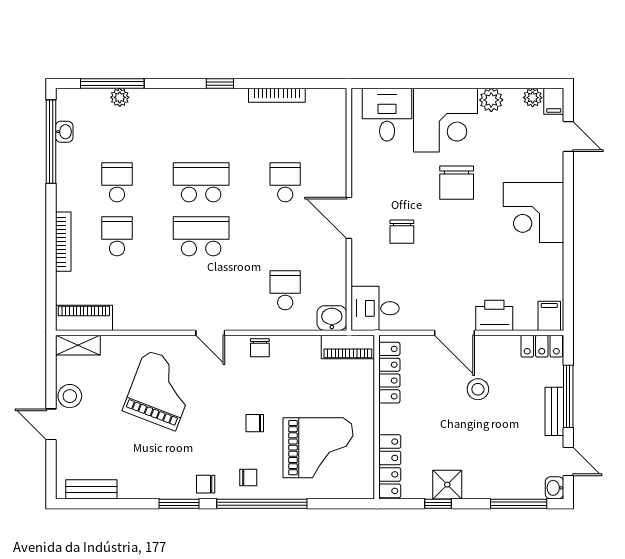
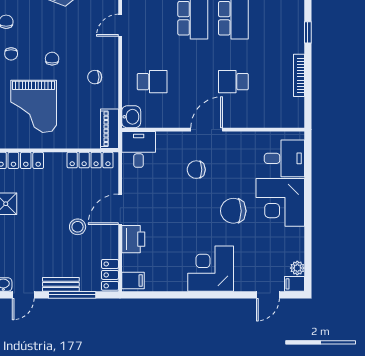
plant: (491, 100) -> (295, 237), removed
school desk: (285, 182) -> (233, 82), turned 180
chair: (260, 348) -> (95, 77), moved

